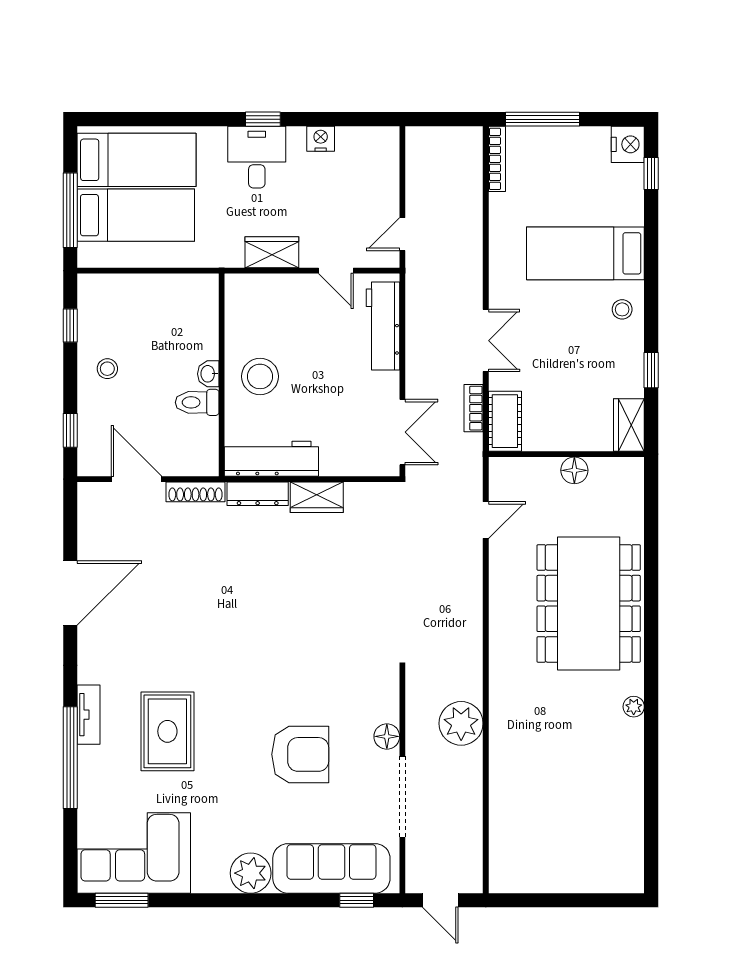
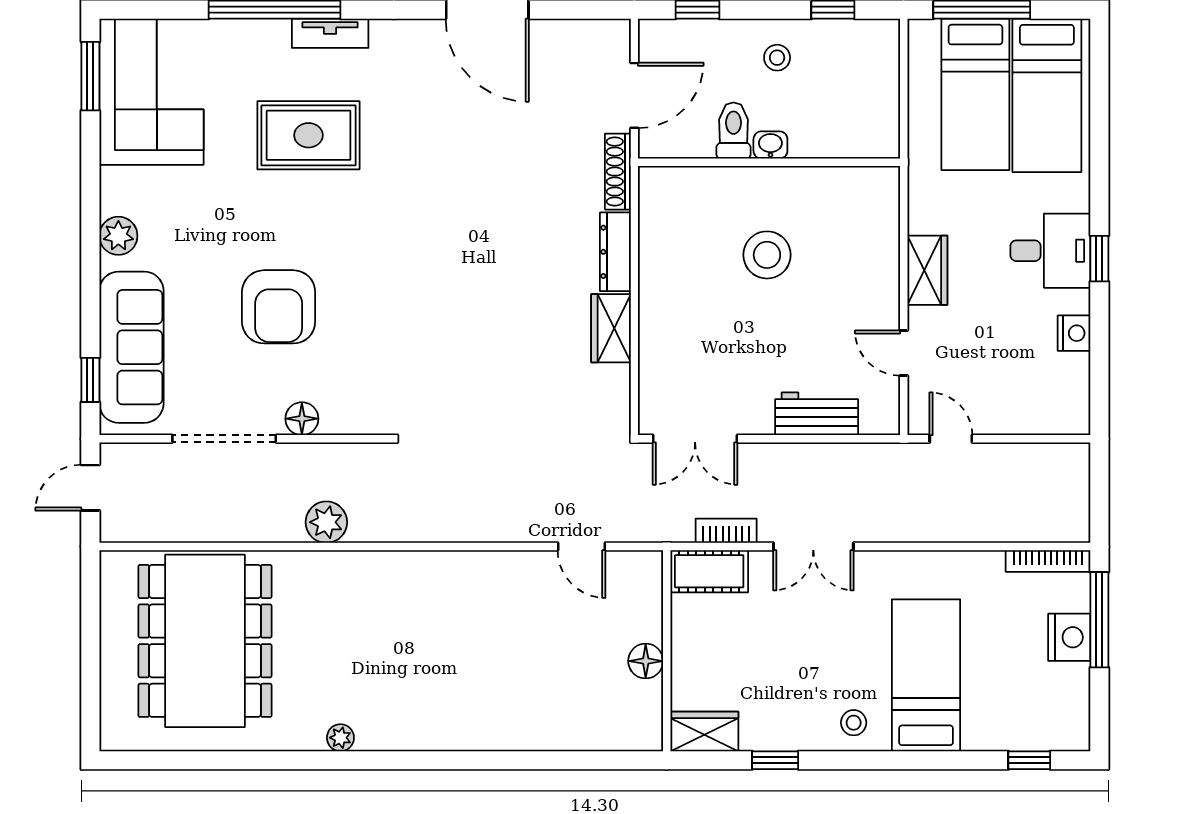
nightstand: (628, 144) -> (1069, 637), moved, turned -90
door: (336, 271) -> (904, 353), hinge flipped
workbench: (383, 326) -> (817, 414), width x0.73
washbasin: (208, 374) -> (770, 145), moved
wall: (222, 375) -> (769, 162), moved
toilet: (197, 402) -> (733, 131), moved
workbench: (271, 459) -> (661, 270), removed
dining table: (589, 603) -> (205, 641), moved, turned 90
plant: (461, 723) -> (326, 522), width x0.73, depth x0.73
plant: (251, 873) -> (118, 236), width x0.73, depth x0.73

